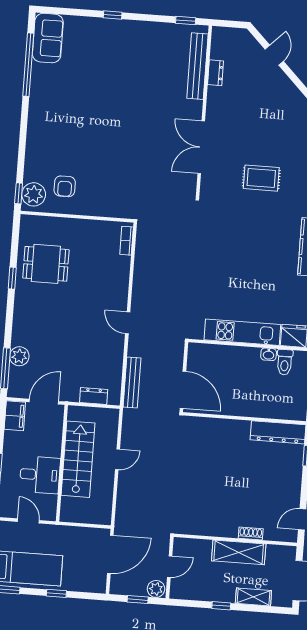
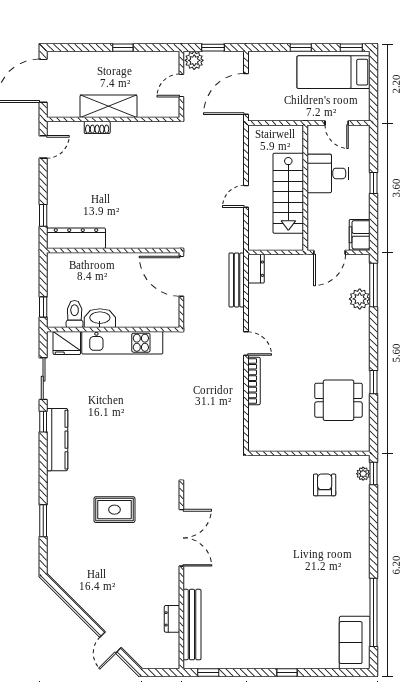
plant: (34, 194) -> (363, 474), width x0.53, depth x0.53
bookcase: (127, 241) -> (254, 381), moved, width x1.56
washbasin: (269, 354) -> (100, 318), width x1.91, depth x1.45
dresser: (94, 396) -> (256, 269), moved, turned -90
shelving: (253, 597) -> (89, 60), removed

